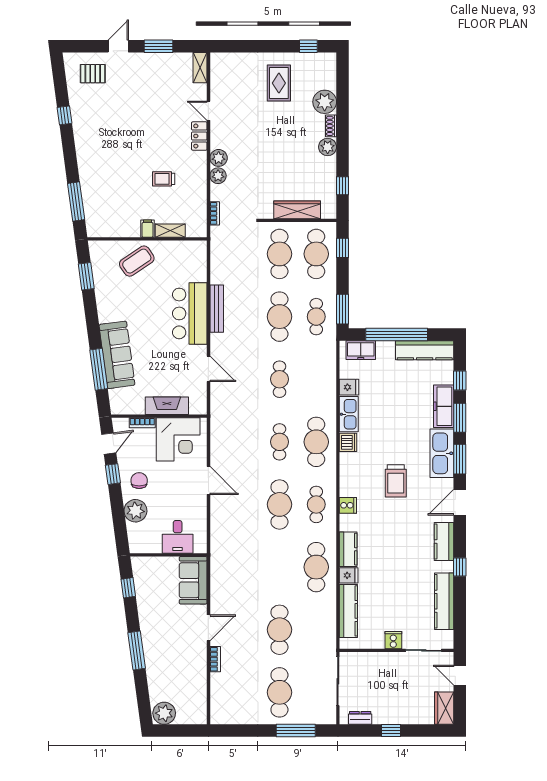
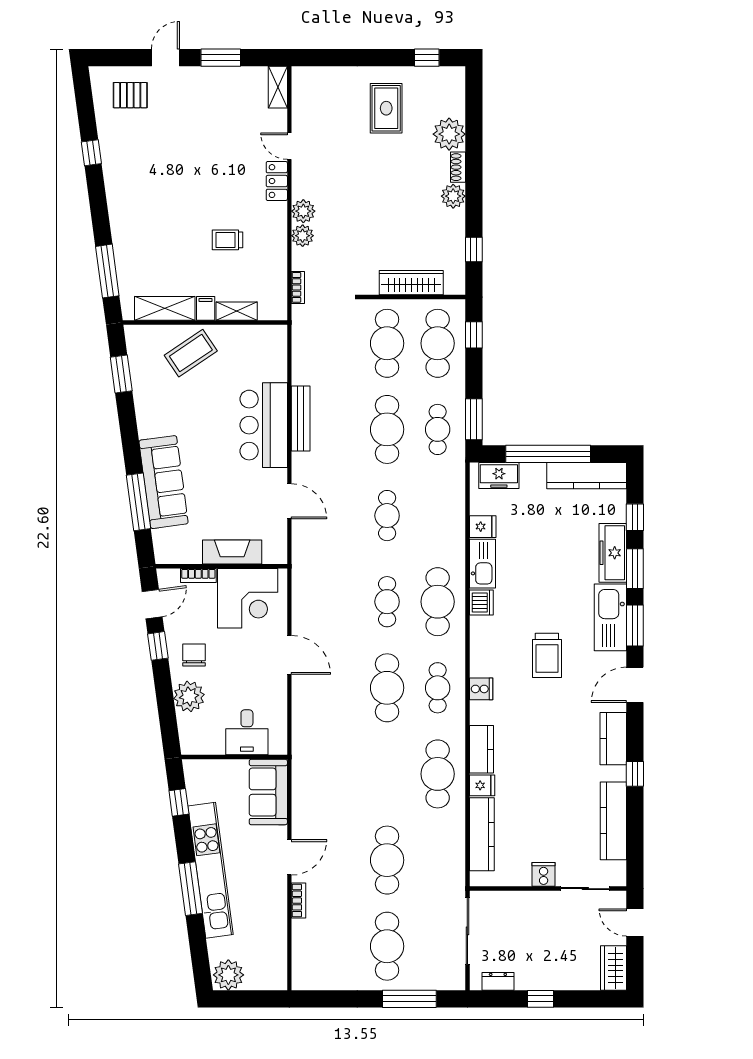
shelving: (118, 229) -> (165, 308), added
kitchen unit: (151, 637) -> (211, 870), added

